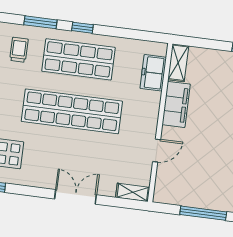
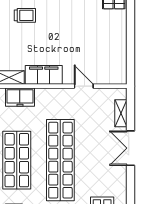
shelving: (133, 192) -> (121, 113), moved
window: (203, 213) -> (131, 41), removed

